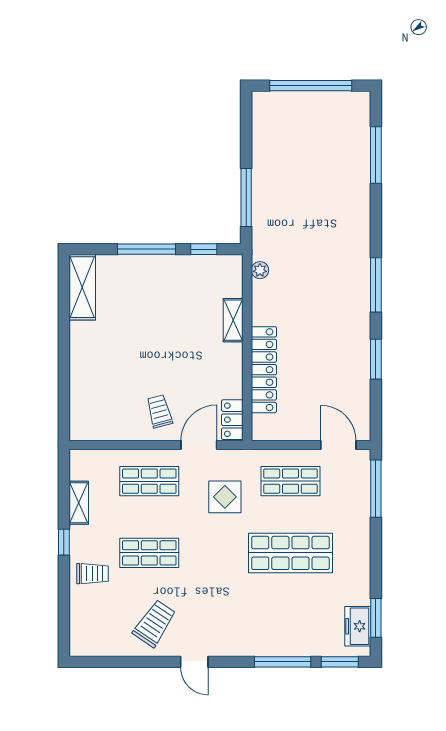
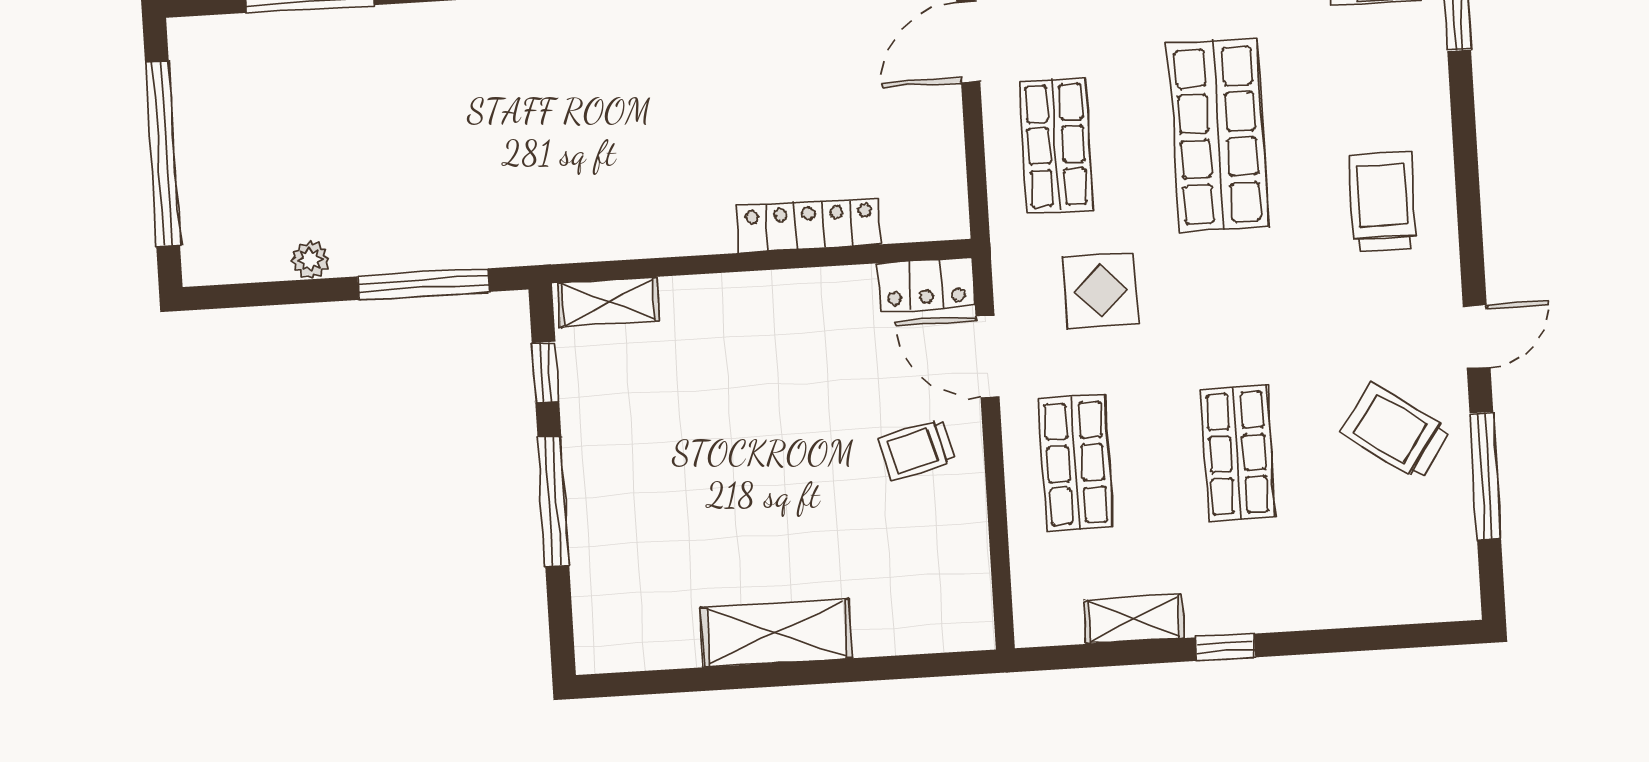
plant: (260, 270) -> (310, 260), moved
shelving: (82, 287) -> (776, 633), moved
shelving: (233, 320) -> (608, 302), moved
locker: (264, 370) -> (809, 225), width x0.71, depth x0.83
trolley: (93, 574) -> (1382, 202), moved, width x1.36, depth x1.39
window: (283, 662) -> (1485, 476), moved

